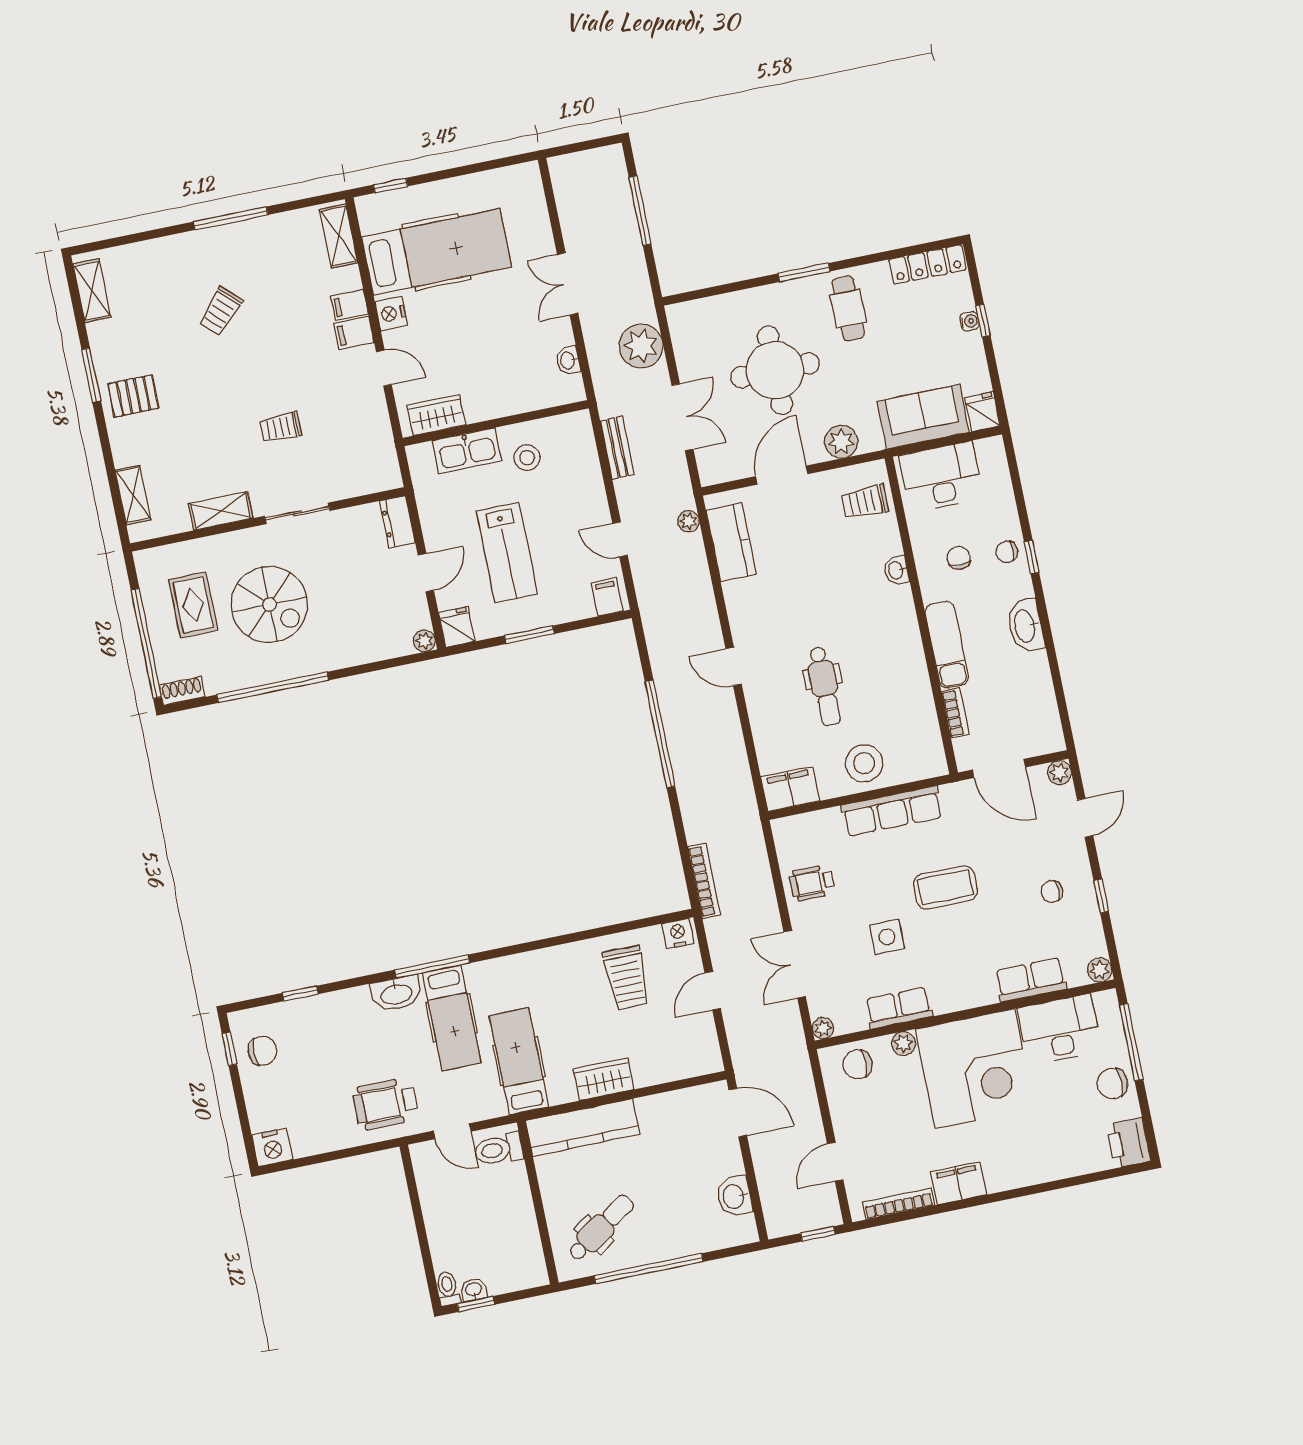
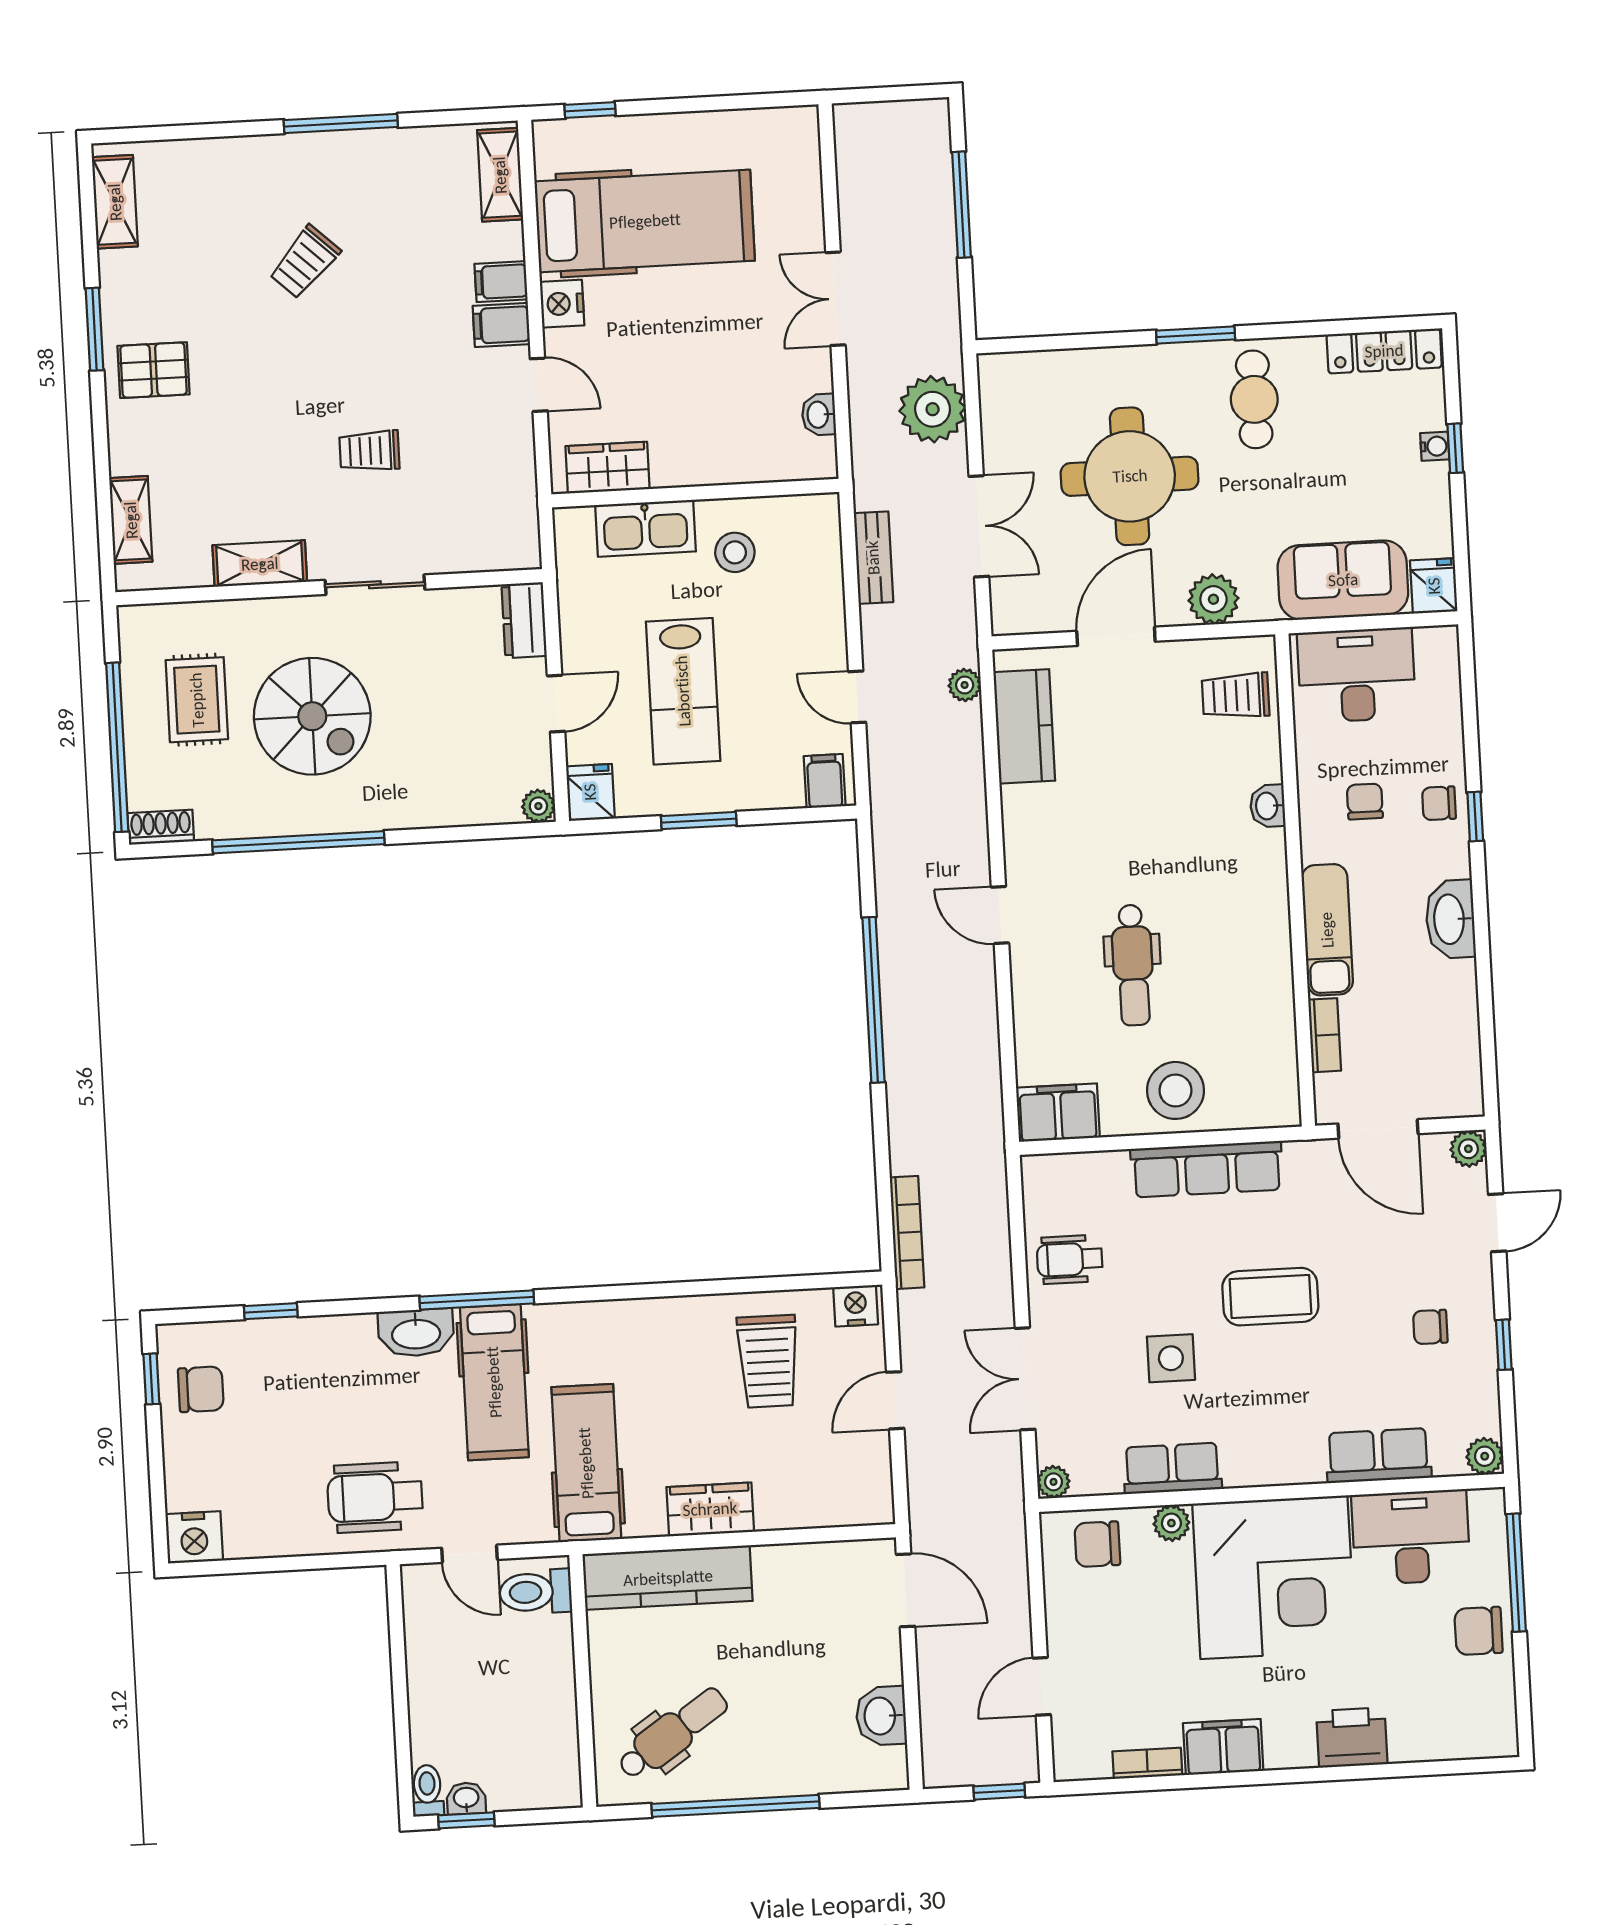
printer: (1128, 1143) -> (1352, 1738), moved, turned 90
bookcase: (899, 1204) -> (1147, 1763), width x0.64

